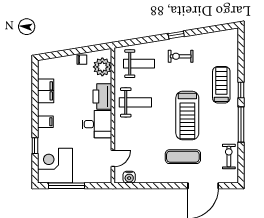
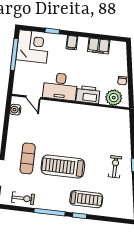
weight bench: (139, 64) -> (113, 130), removed
weight bench: (135, 102) -> (80, 123), removed
desk: (97, 124) -> (60, 86), width x1.37

